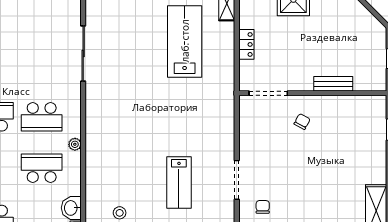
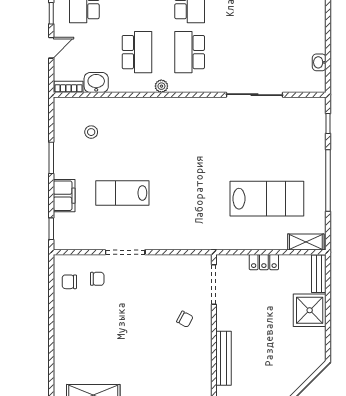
bench: (333, 84) -> (224, 358), width x1.36

